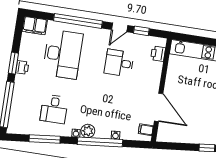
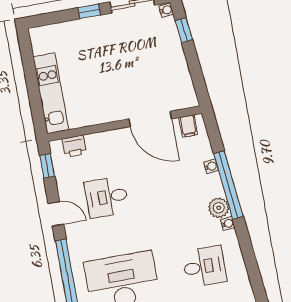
window: (141, 31) -> (47, 166), moved
desk: (119, 63) -> (107, 197), turned 90
door: (159, 107) -> (150, 119), swing flipped
window: (45, 139) -> (252, 265), removed

